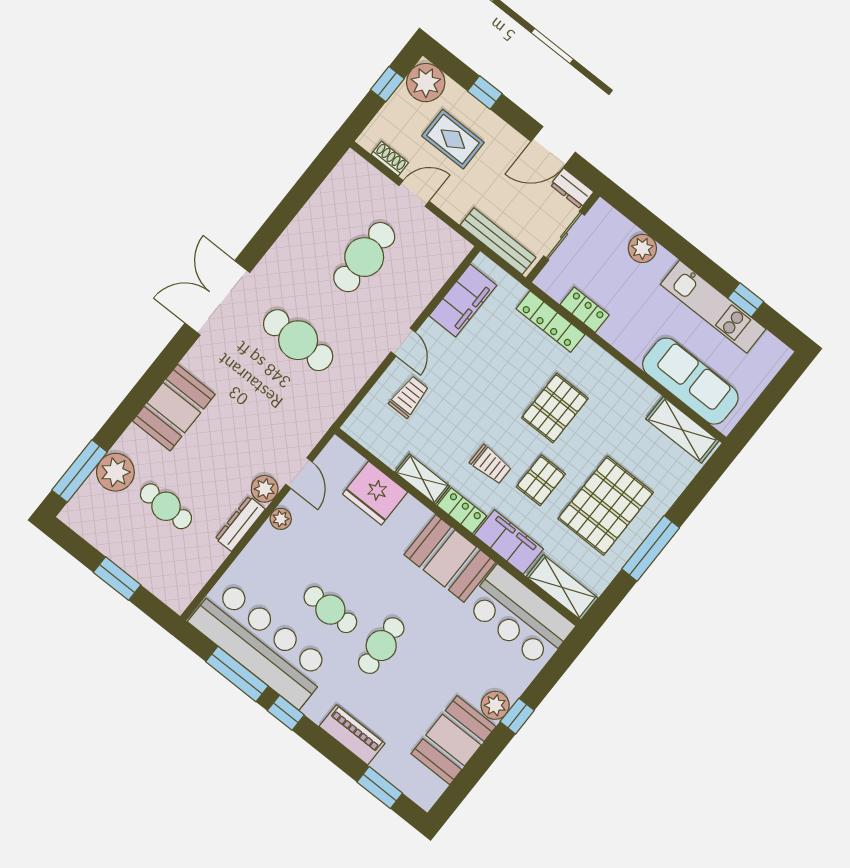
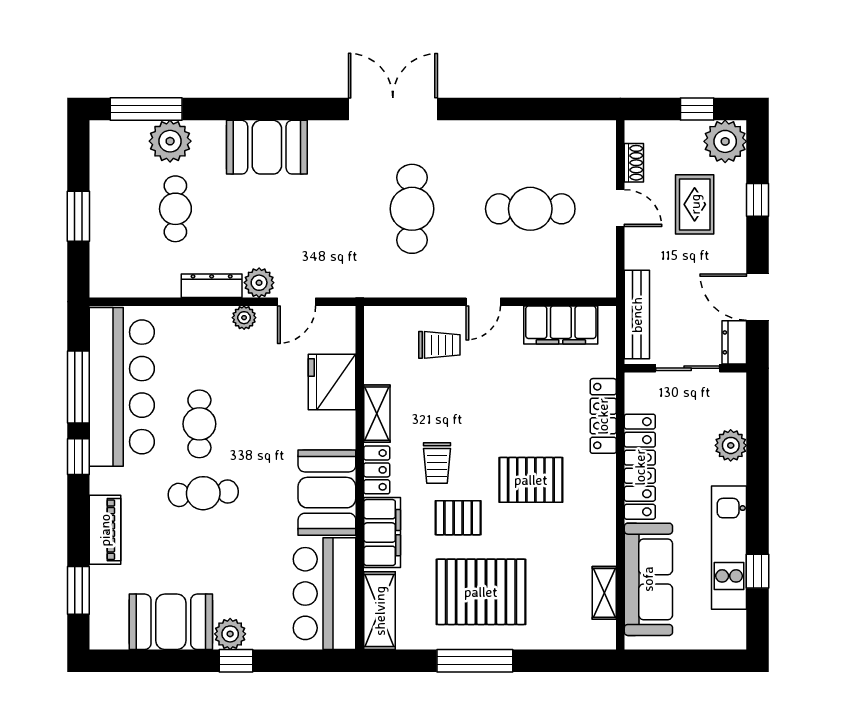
locker: (585, 310) -> (640, 467), width x2.16, depth x1.21
shelving: (682, 430) -> (604, 593), width x0.67, depth x0.75

